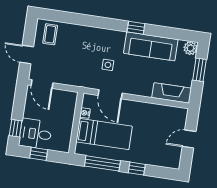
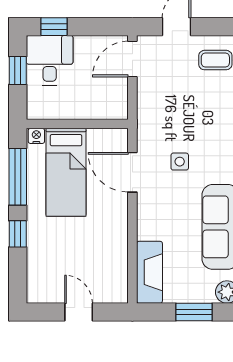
door: (110, 94) -> (132, 172), hinge flipped
nightstand: (85, 113) -> (36, 136), moved

